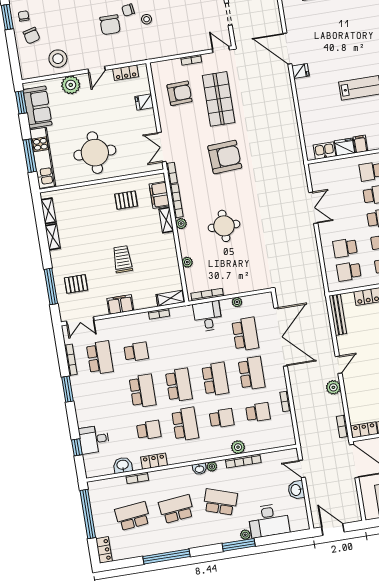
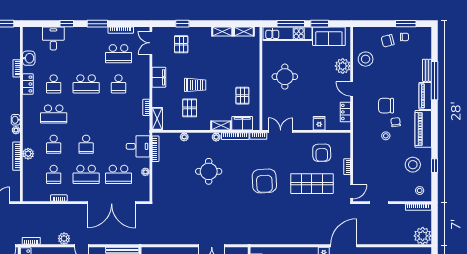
window: (21, 102) -> (320, 24), moved
round table: (95, 153) -> (285, 77), width x0.73, depth x0.73
pallet: (151, 261) -> (190, 108), added
window: (51, 286) -> (182, 24), width x0.46
school desk: (215, 379) -> (86, 144), width x0.54
school desk: (179, 385) -> (86, 114), removed
window: (77, 447) -> (67, 24), moved

